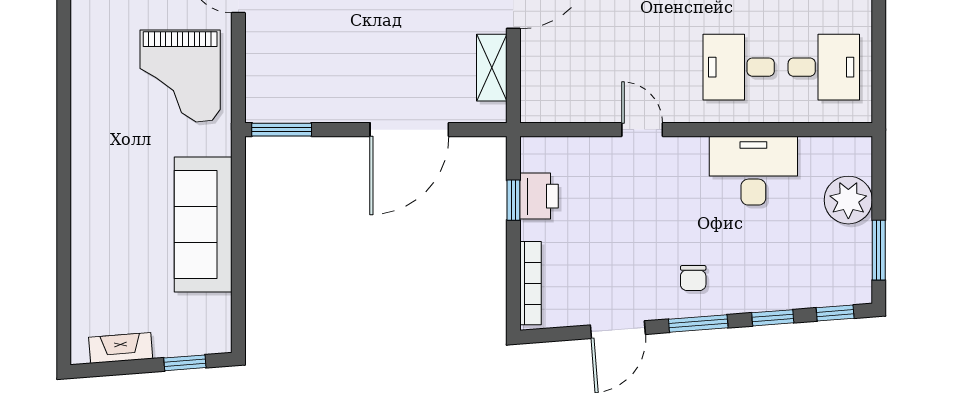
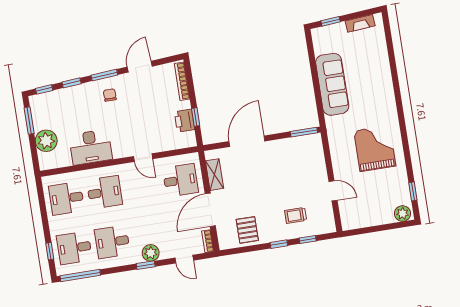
desk: (568, 67) -> (180, 180), added
grand piano: (180, 76) -> (375, 148), moved

